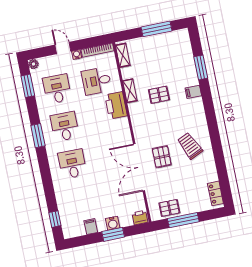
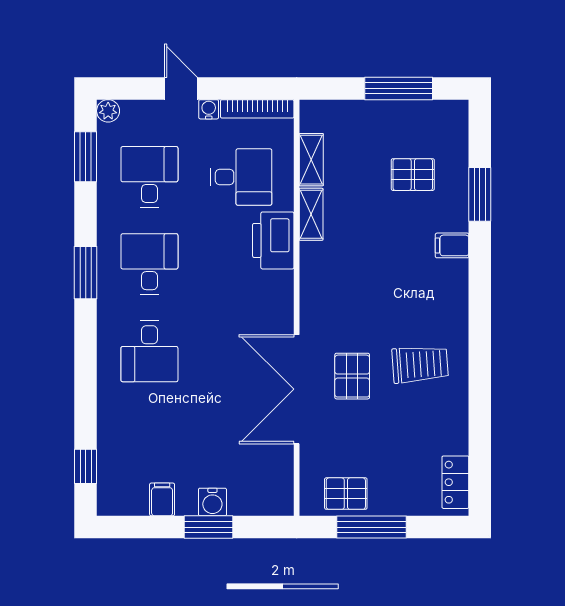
shelving: (123, 55) -> (311, 160), moved
desk: (97, 81) -> (241, 177), turned 180
pallet: (159, 95) -> (413, 175), moved
trolley: (190, 146) -> (420, 364), turned 111
desk: (72, 164) -> (149, 351), turned 180
printer: (140, 218) -> (276, 502), removed

